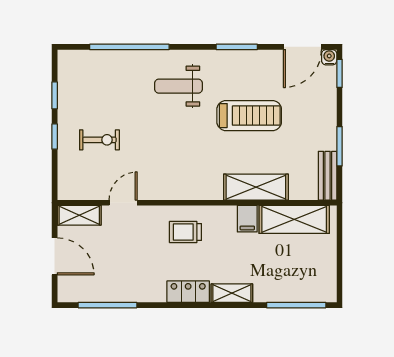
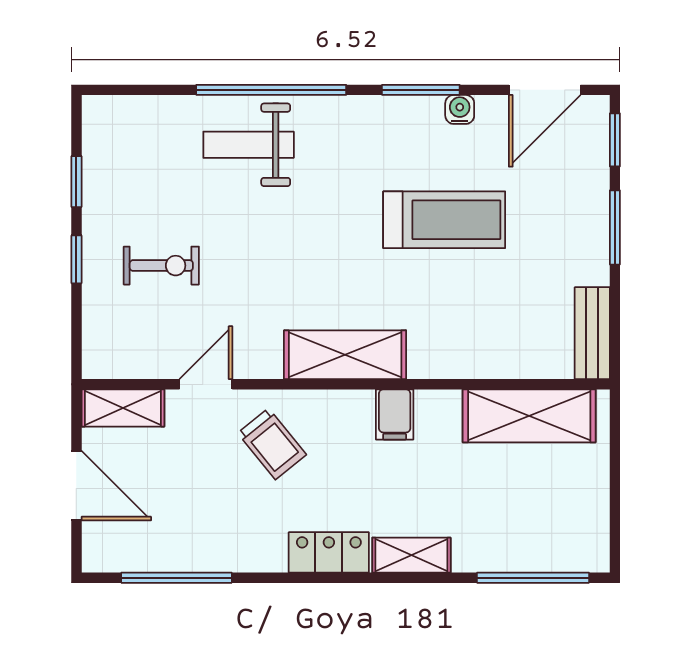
window: (129, 47) -> (271, 90), moved
water cooler: (329, 57) -> (460, 109), moved
weight bench: (179, 86) -> (249, 145), moved
window: (340, 146) -> (615, 227), moved
shelving: (256, 187) -> (345, 355), moved
filing cabinet: (247, 219) -> (395, 414), moved
trolley: (185, 232) -> (272, 444), moved, turned -129

